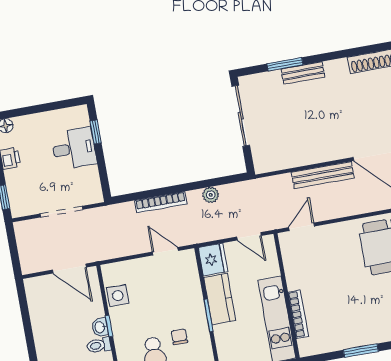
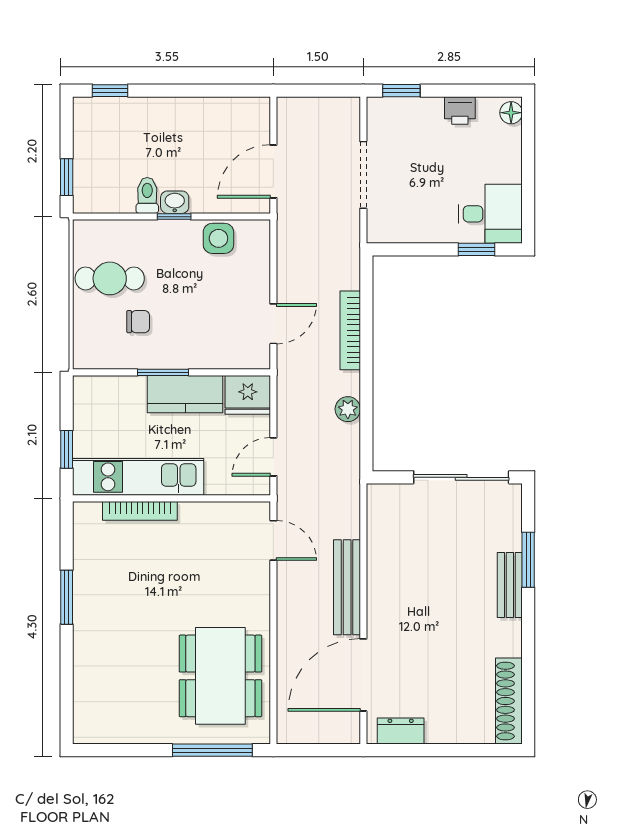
desk: (74, 148) -> (490, 214), moved, turned -90

